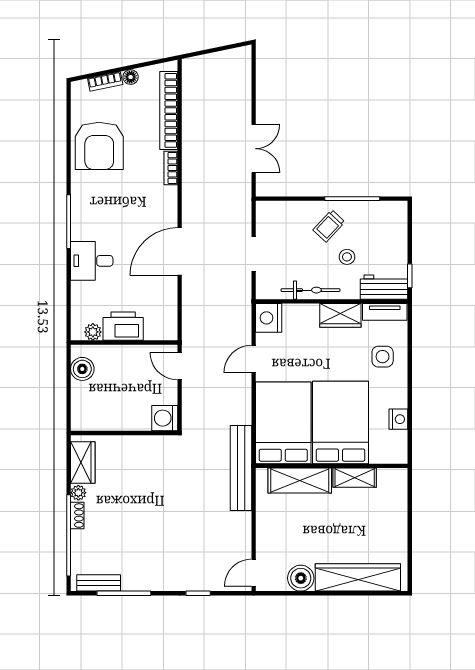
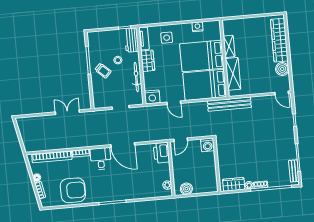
desk: (92, 261) -> (101, 159), moved, turned 180
printer: (123, 326) -> (161, 153), moved

